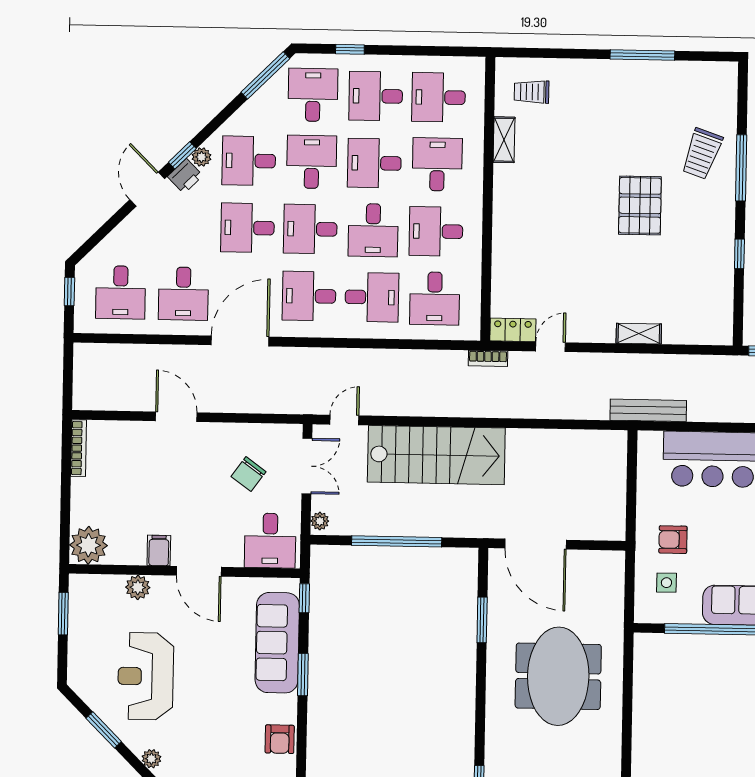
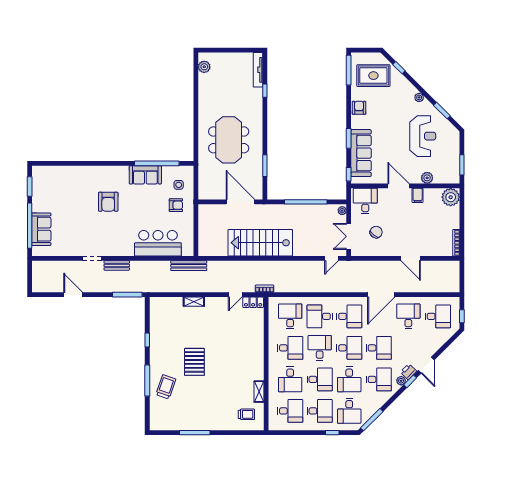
desk: (121, 292) -> (438, 316), turned 90
stairs: (436, 455) -> (260, 243), moved

